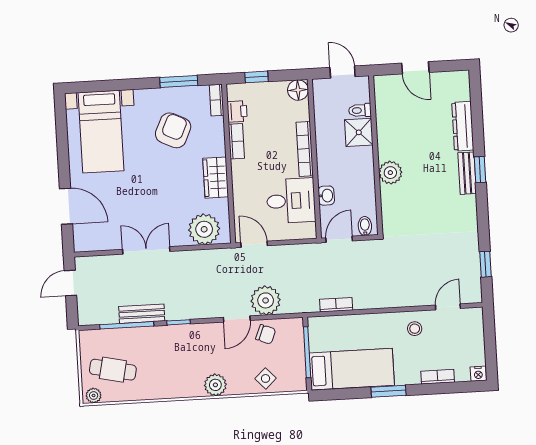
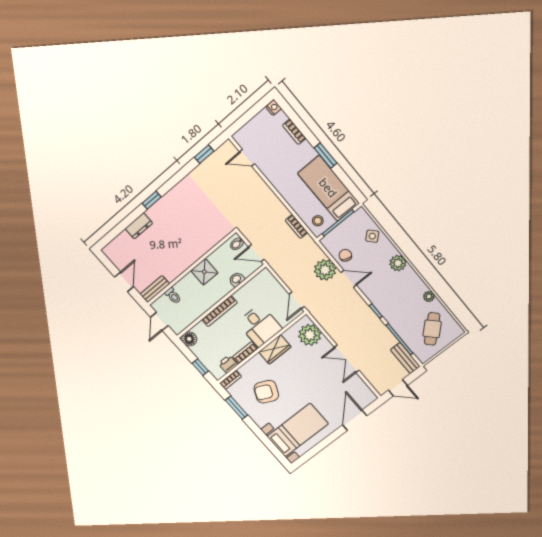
dresser: (463, 126) -> (139, 226), width x0.70
shower: (359, 132) -> (204, 272), moved
plant: (390, 173) -> (195, 252), removed
bench: (467, 173) -> (155, 289), moved
desk: (291, 201) -> (260, 326), moved, turned 180
bench: (142, 314) -> (405, 358), moved
stool: (415, 329) -> (318, 221), moved
cafe table: (113, 370) -> (432, 329), turned 34
plant: (94, 395) -> (429, 296), moved

